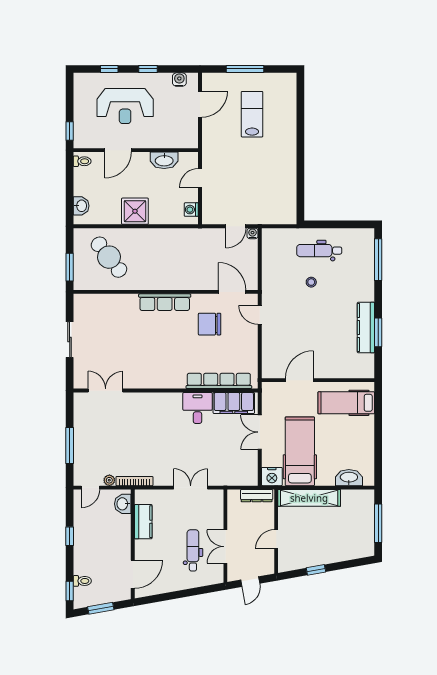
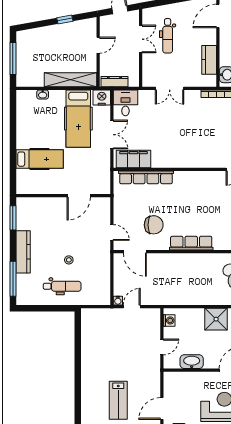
kitchen counter: (366, 327) -> (23, 252), moved
door: (299, 380) -> (79, 196), moved
wall: (318, 380) -> (63, 196), moved
desk: (197, 408) -> (125, 103), moved, turned 180
washbasin: (349, 478) -> (43, 94), width x0.52, depth x0.69

